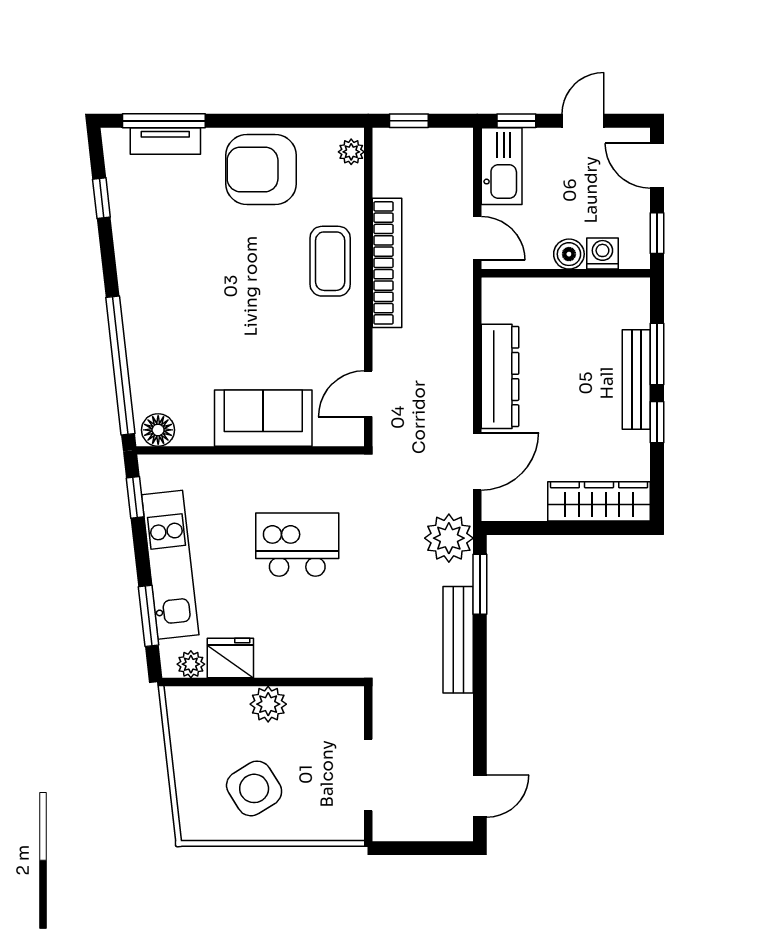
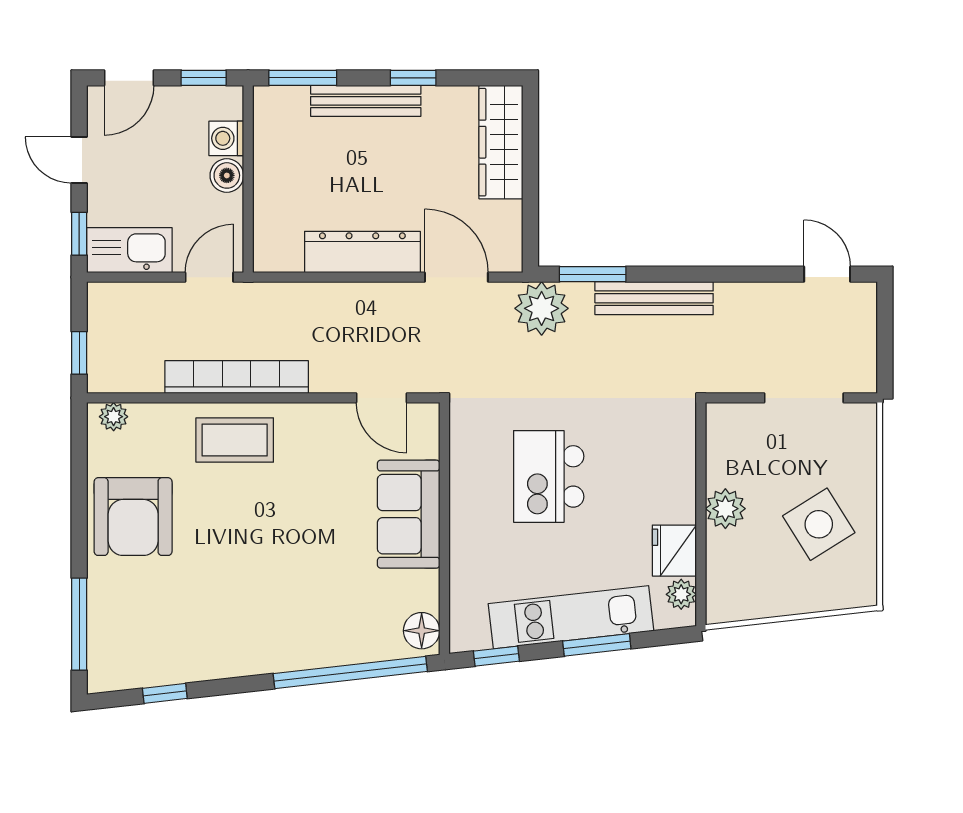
tv unit: (165, 141) -> (102, 623), removed
window: (657, 354) -> (303, 78), moved
window: (148, 616) -> (597, 645), moved

